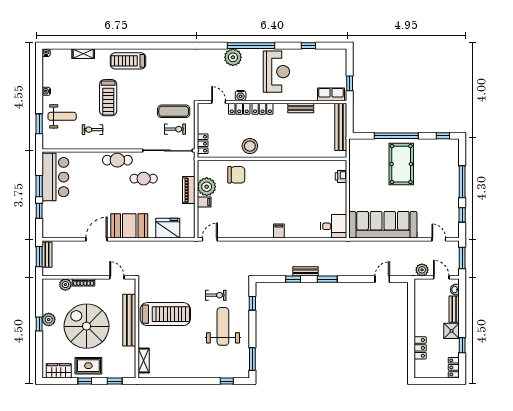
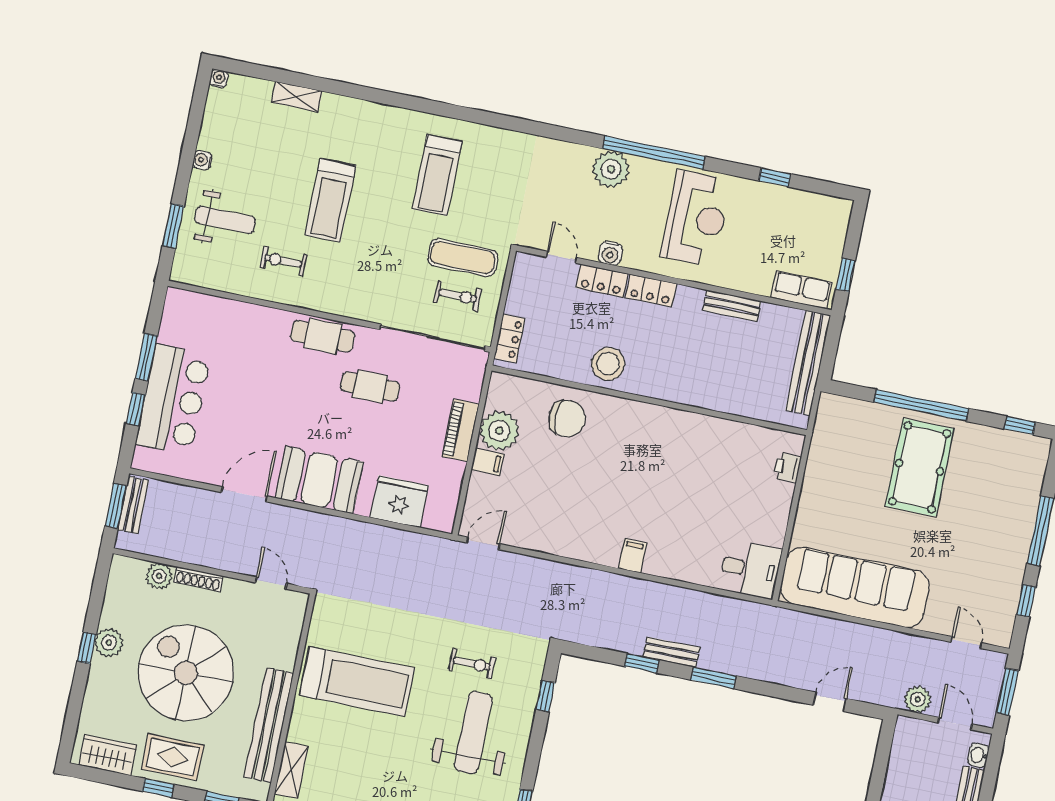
treadmill: (128, 61) -> (437, 175), moved, turned -90
bar counter: (55, 177) -> (173, 399), moved
bench: (129, 320) -> (269, 725), moved

